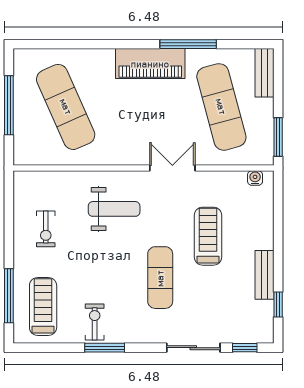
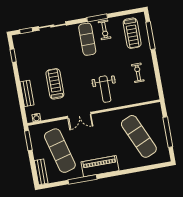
weight bench: (114, 209) -> (105, 89), turned -90
treadmill: (208, 236) -> (55, 84), turned 180
bench: (264, 275) -> (27, 93), moved
exercise mat: (160, 278) -> (87, 39), moved

